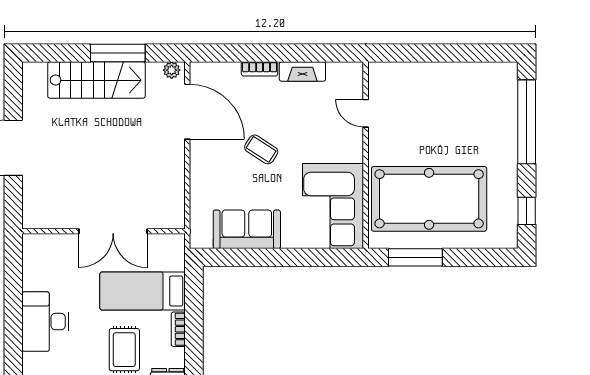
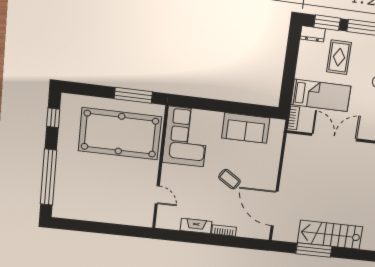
plant: (172, 70) -> (281, 236), removed
bookcase: (178, 329) -> (293, 118), moved

